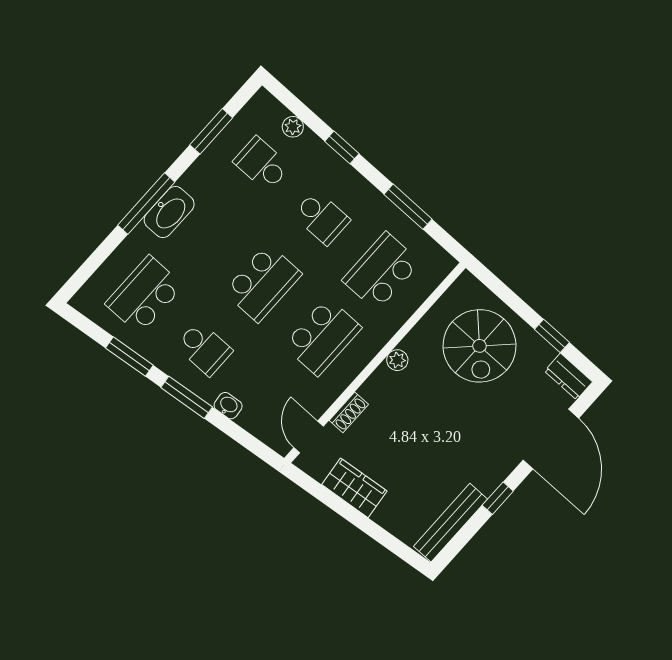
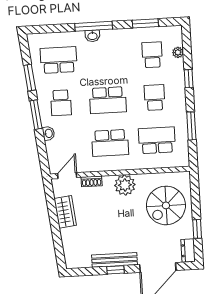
washbasin: (169, 212) -> (92, 36), width x0.52, depth x0.69
school desk: (321, 218) -> (155, 97), turned 180
plant: (397, 360) -> (125, 185), width x1.88, depth x1.88
bench: (450, 523) -> (114, 260), moved

